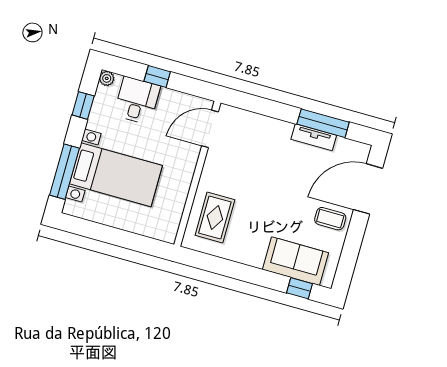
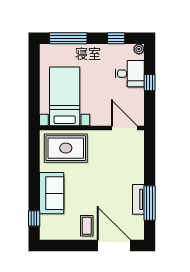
bed with nightstands: (116, 175) -> (65, 96), moved, turned 180
rug: (215, 217) -> (66, 148), width x1.36, depth x1.43
sofa: (296, 261) -> (52, 193), moved

